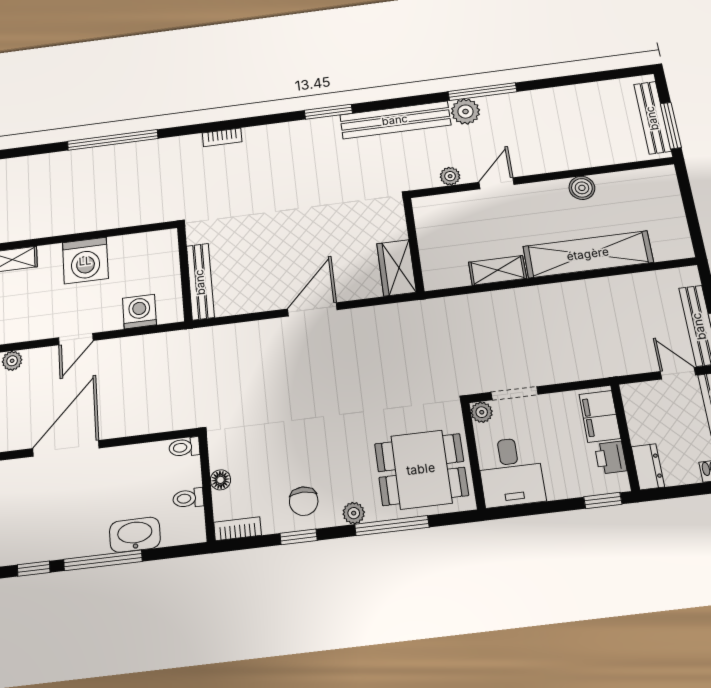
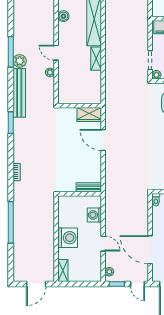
wall: (414, 245) -> (80, 106), moved
wardrobe: (396, 268) -> (89, 115), moved
bench: (200, 282) -> (89, 187), width x0.73

